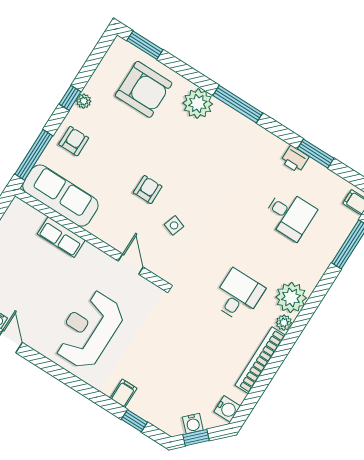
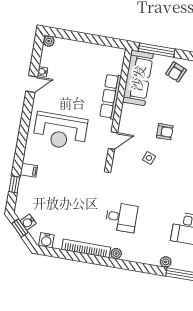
armchair: (74, 141) -> (176, 72), turned 113
row of seats: (61, 237) -> (111, 96), width x1.48
plant: (291, 298) -> (166, 262), moved, width x0.53, depth x0.53
reception desk: (89, 330) -> (60, 131), turned 180

